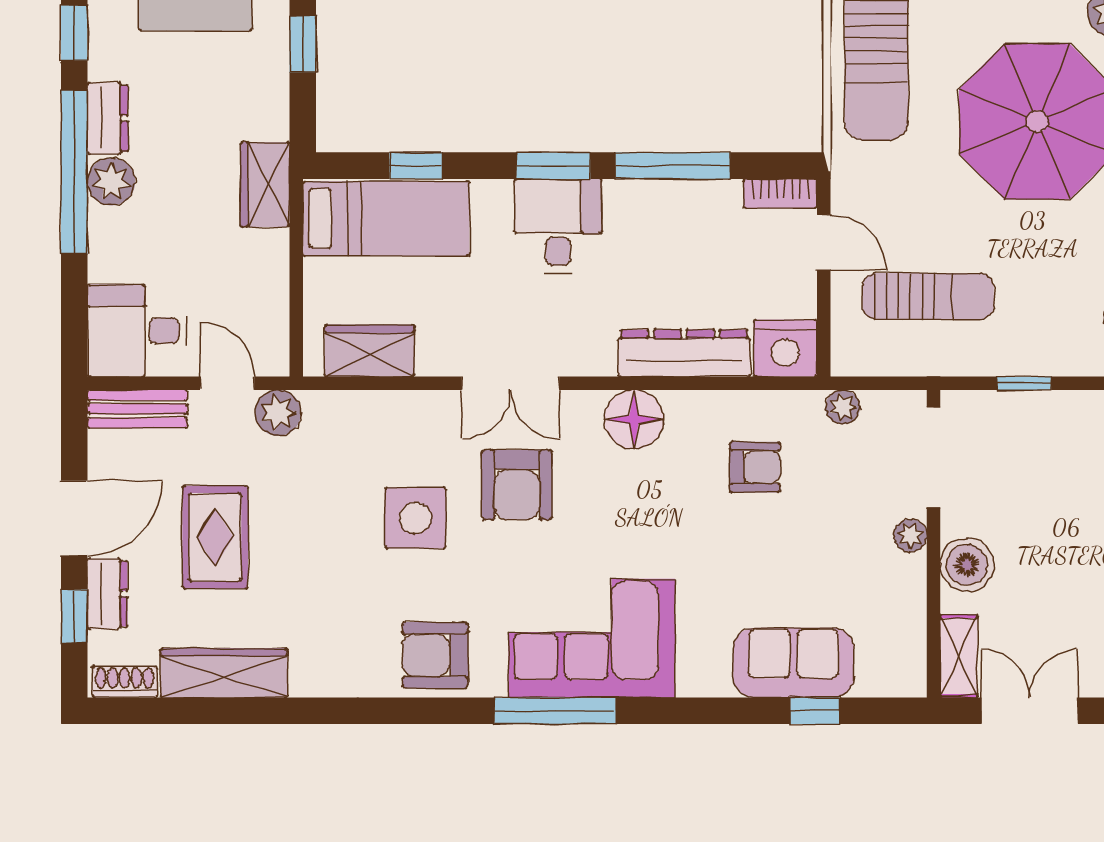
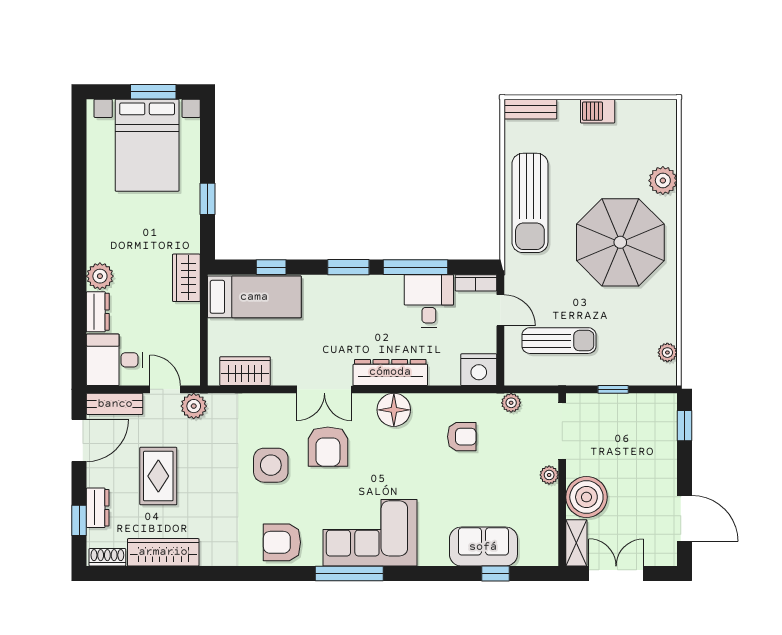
window: (74, 33) -> (79, 192), removed
dresser: (108, 118) -> (98, 312), moved
window: (74, 172) -> (79, 271), removed
desk: (558, 226) -> (429, 301), moved
dresser: (684, 353) -> (390, 372), moved
door: (74, 518) -> (79, 440), moved
boiler: (967, 565) -> (586, 497), width x1.37, depth x1.37

